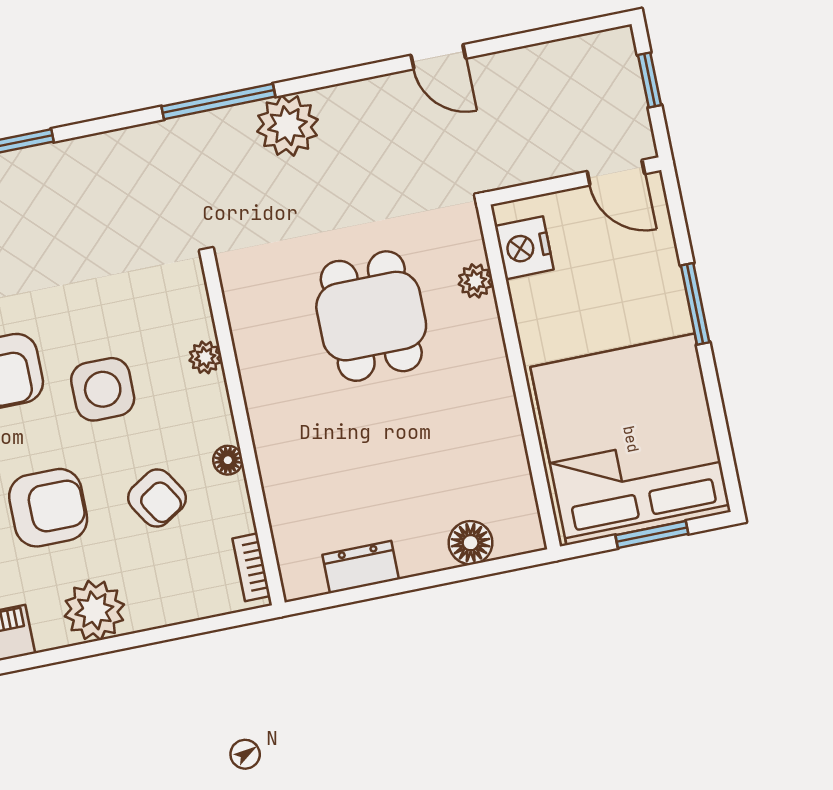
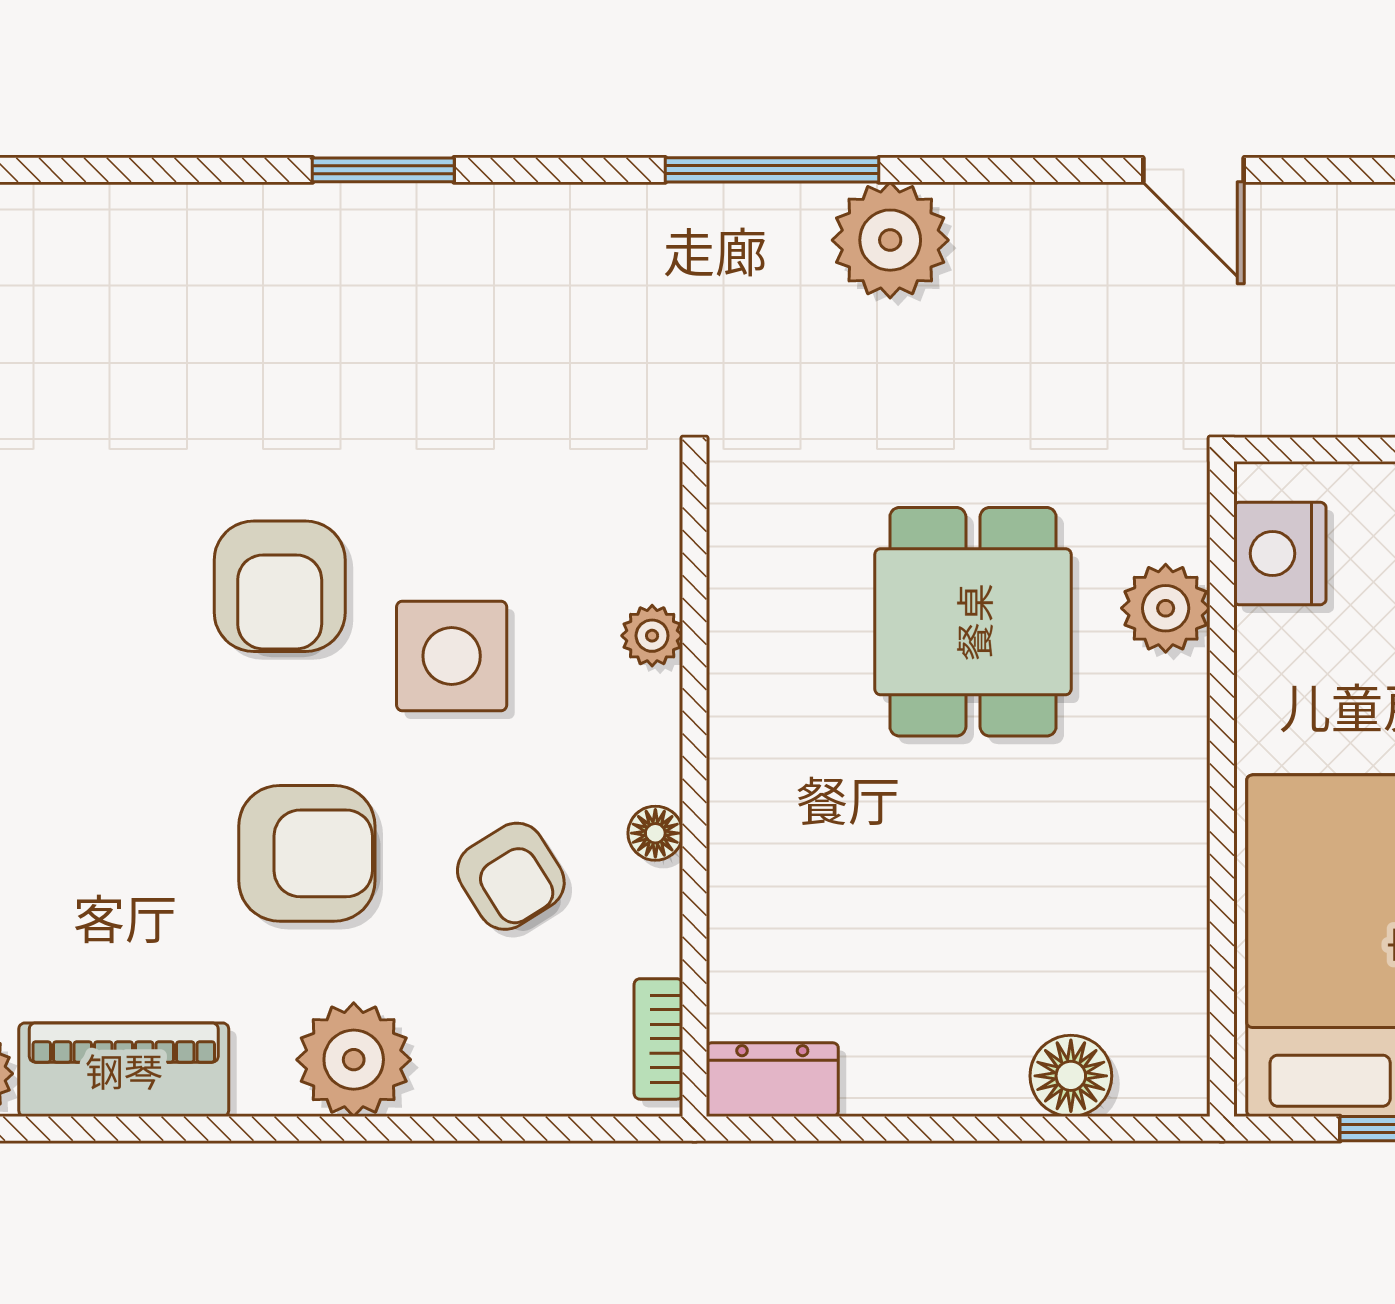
plant: (475, 281) -> (1166, 608), width x1.38, depth x1.38
dresser: (361, 567) -> (772, 1080), moved

